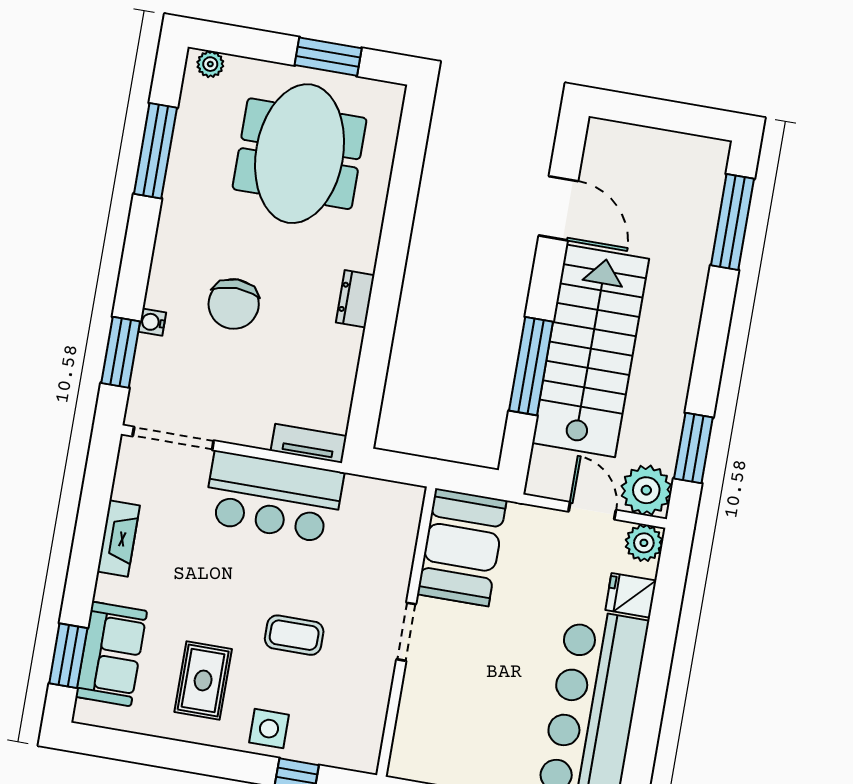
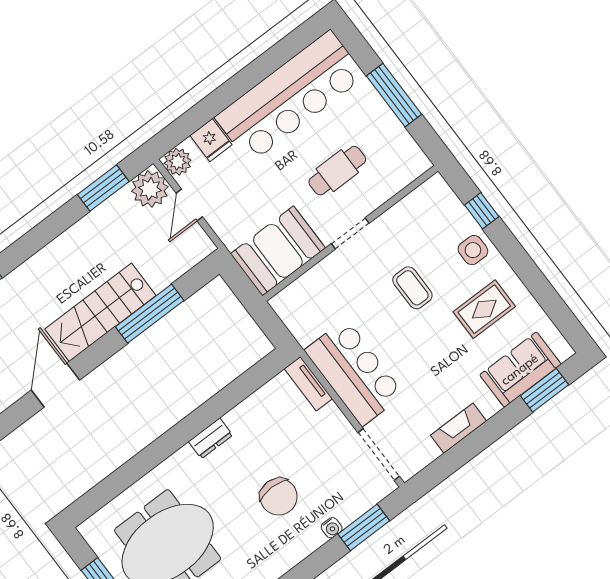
chair: (234, 304) -> (279, 497), turned 90
stairs: (591, 351) -> (100, 312), width x0.73, depth x0.66
cafe table: (477, 682) -> (337, 171), added

